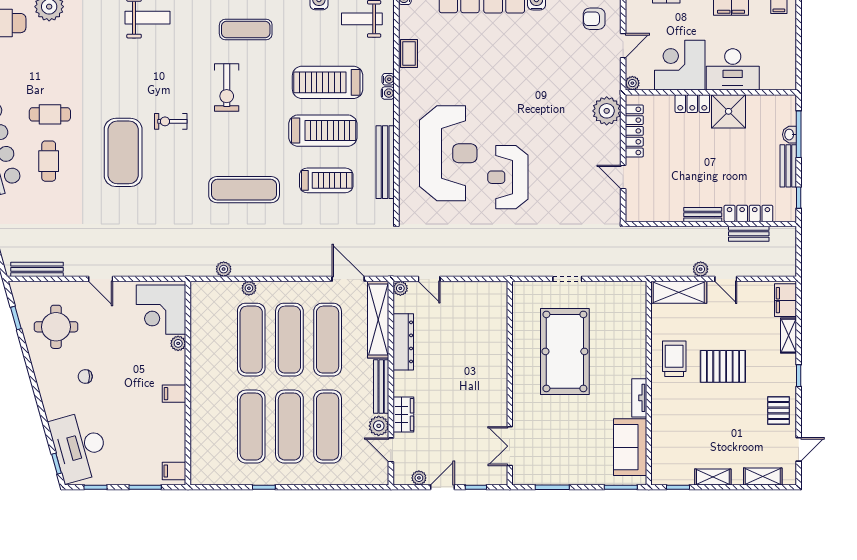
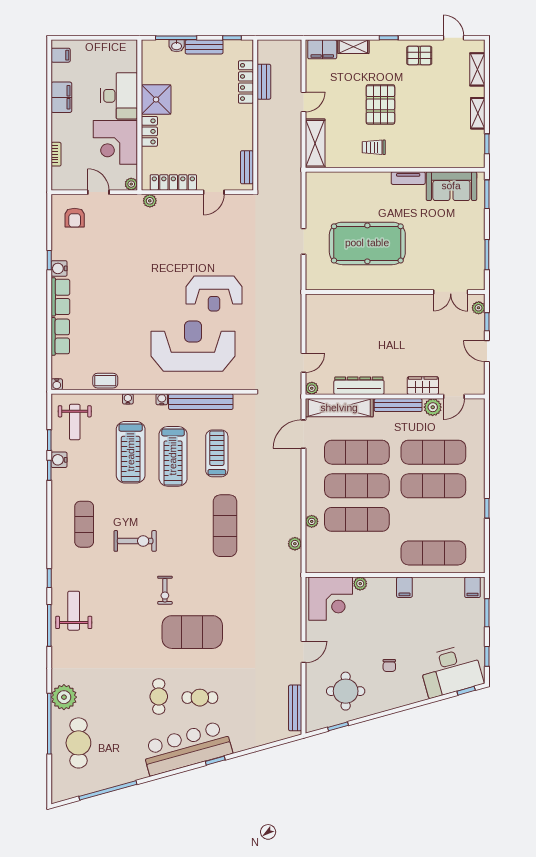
water cooler: (388, 93) -> (162, 399), moved
plant: (607, 111) -> (150, 201), width x0.53, depth x0.53
treadmill: (323, 131) -> (173, 456), turned 180
bench: (703, 215) -> (247, 167), moved
plant: (701, 269) -> (295, 124), removed
trolley: (674, 359) -> (374, 147), width x0.73, depth x0.72
exercise mat: (251, 427) -> (433, 553), moved
plant: (419, 478) -> (479, 308), moved

